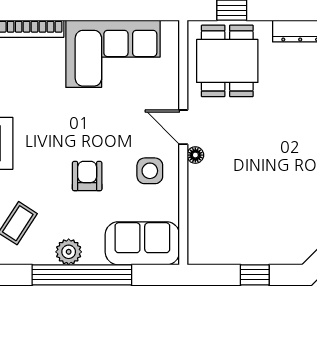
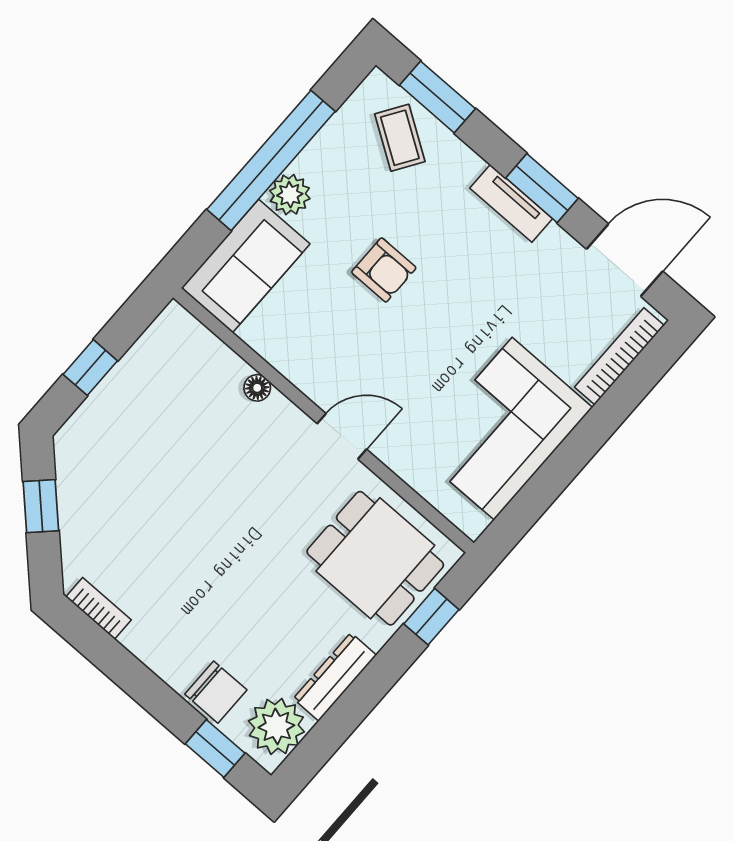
floor lamp: (195, 155) -> (257, 388), moved
side table: (150, 171) -> (325, 351), removed
plant: (69, 252) -> (290, 195), moved

